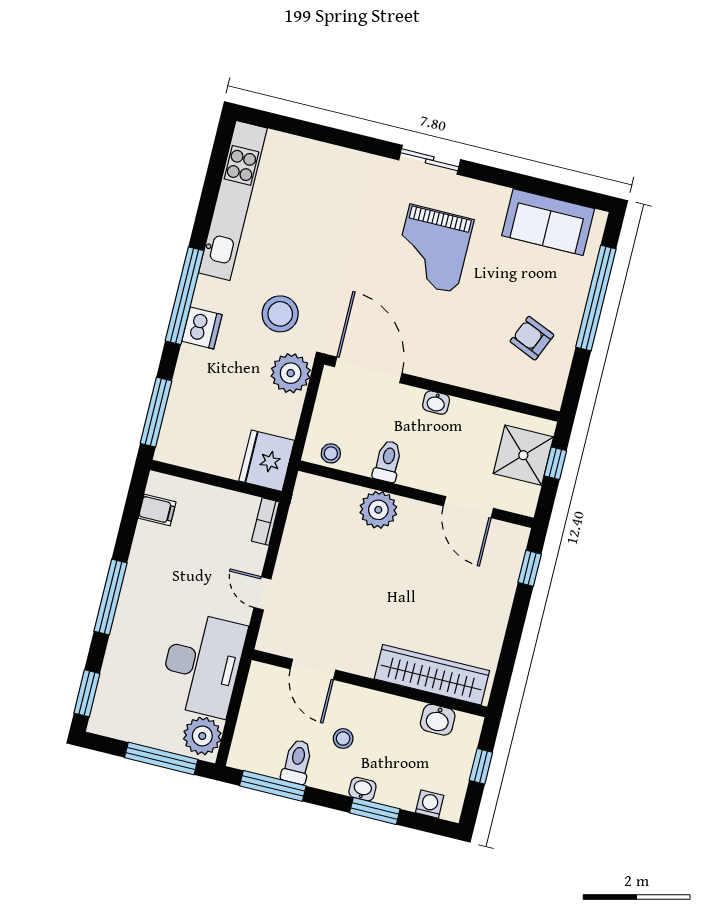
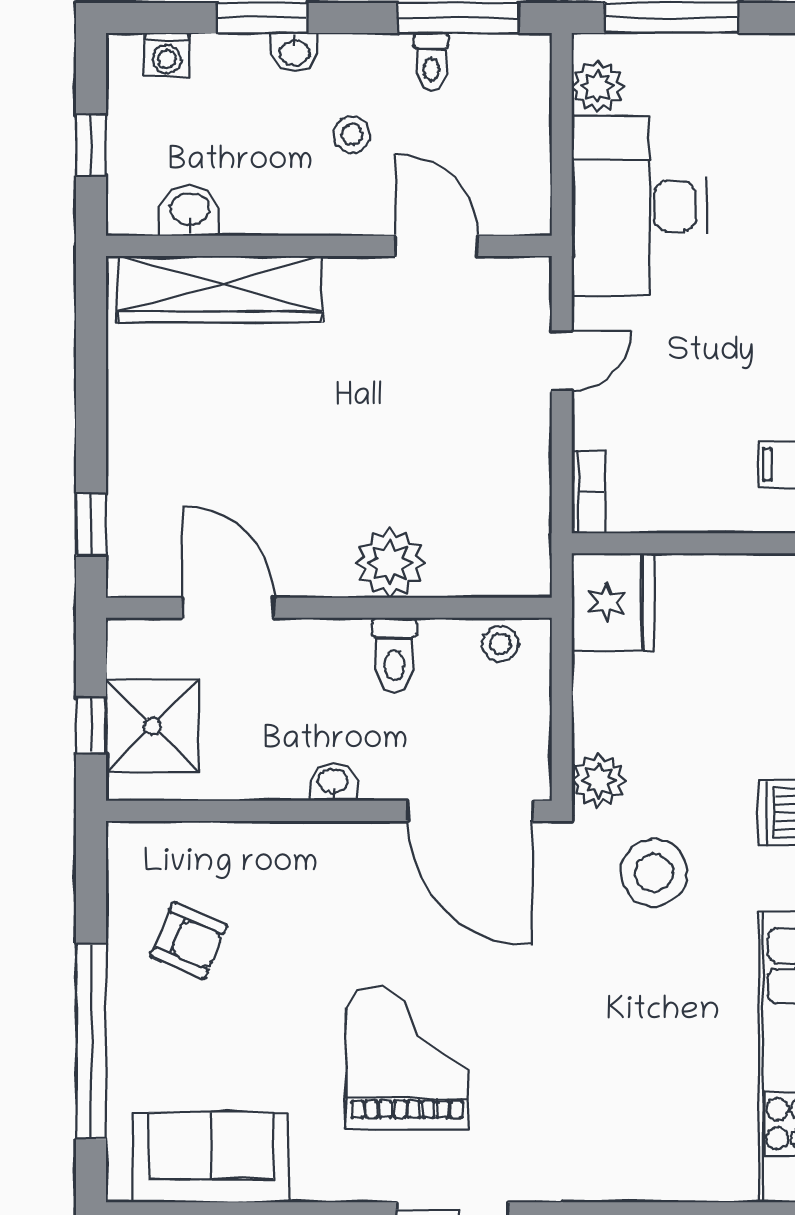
plant: (291, 373) -> (599, 780), width x0.73, depth x0.73
door: (263, 593) -> (562, 361), hinge flipped
plant: (202, 736) -> (598, 86), width x0.73, depth x0.73
toilet: (297, 762) -> (431, 61), width x0.73, depth x0.72

